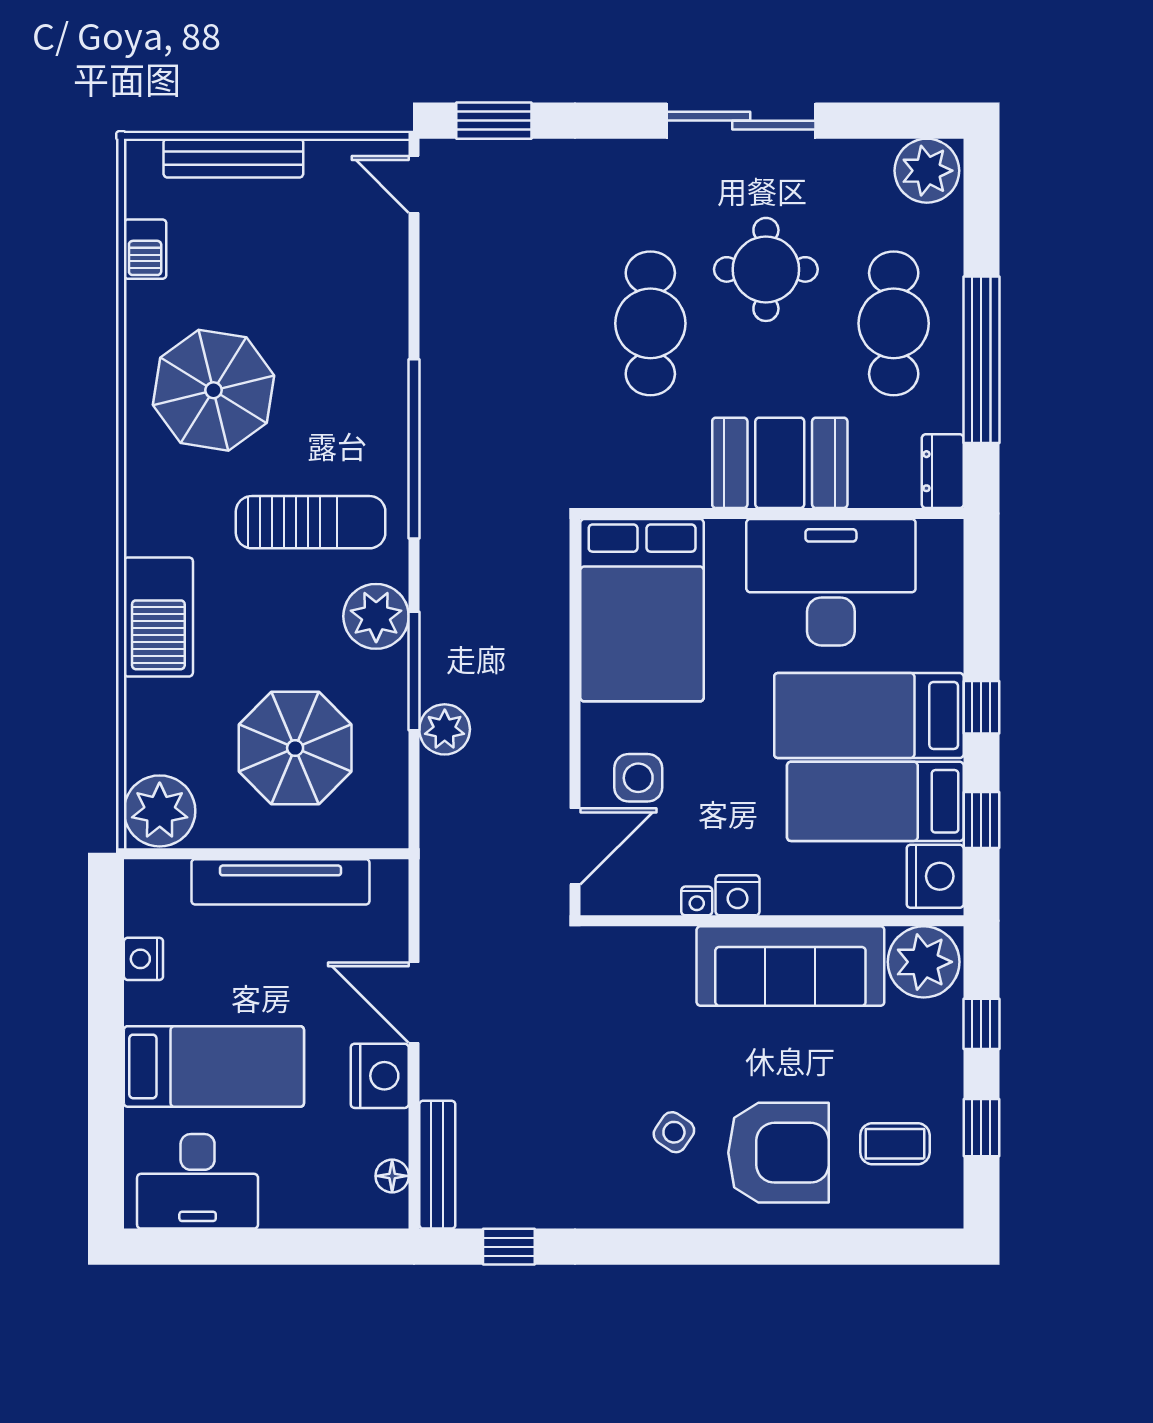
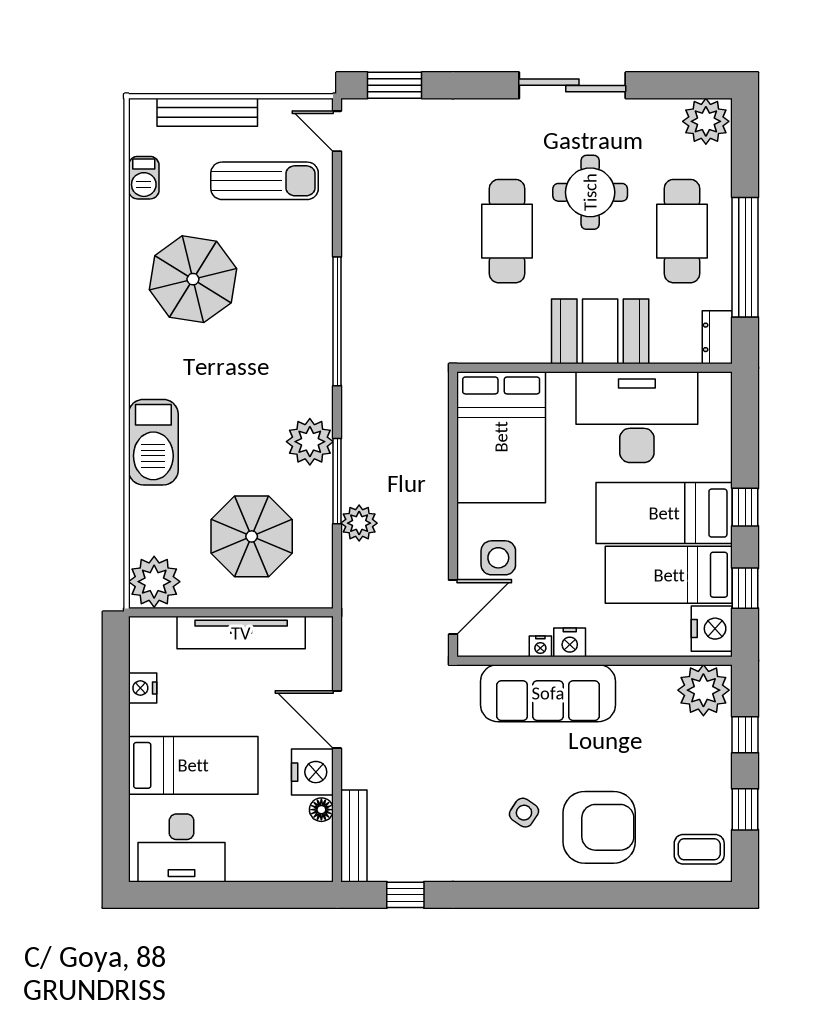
sun lounger: (311, 522) -> (265, 181), moved
sofa: (790, 966) -> (548, 693), moved
coffee table: (895, 1144) -> (699, 849), moved
floor lamp: (392, 1176) -> (321, 810), moved

